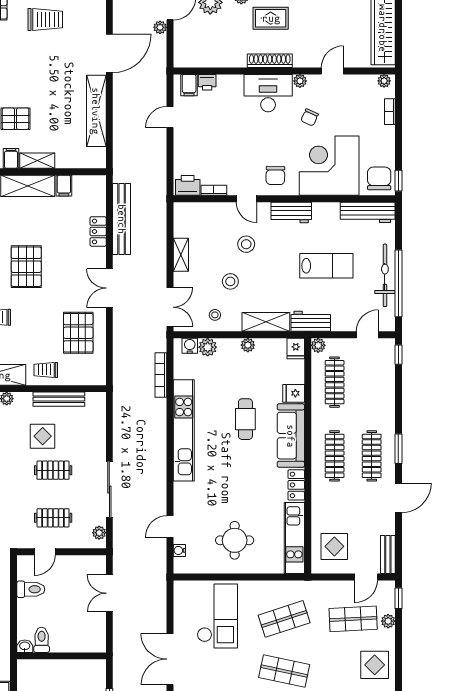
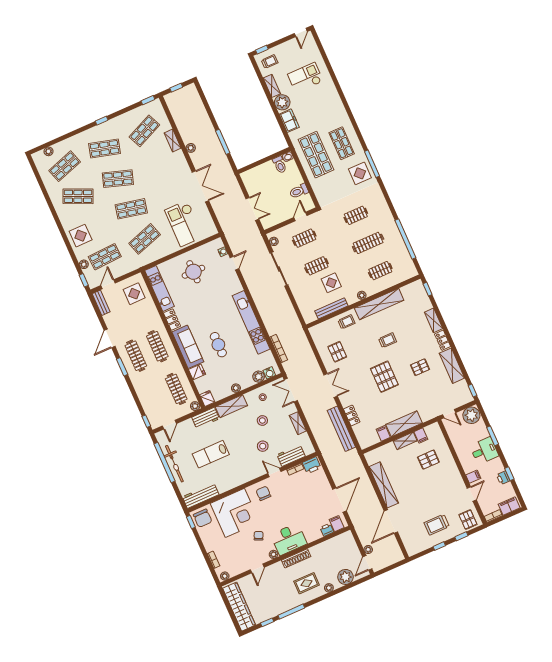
door: (170, 117) -> (339, 500), width x1.87
workbench: (291, 212) -> (291, 456), moved
pallet: (78, 333) -> (337, 352), width x0.67, depth x0.71

